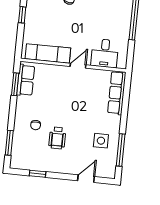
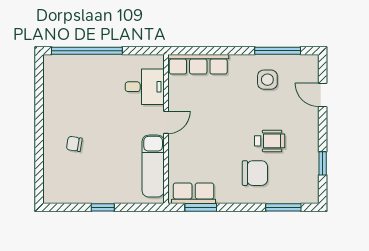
door: (78, 66) -> (166, 122), swing flipped
chair: (36, 125) -> (255, 173), width x1.87, depth x1.87

